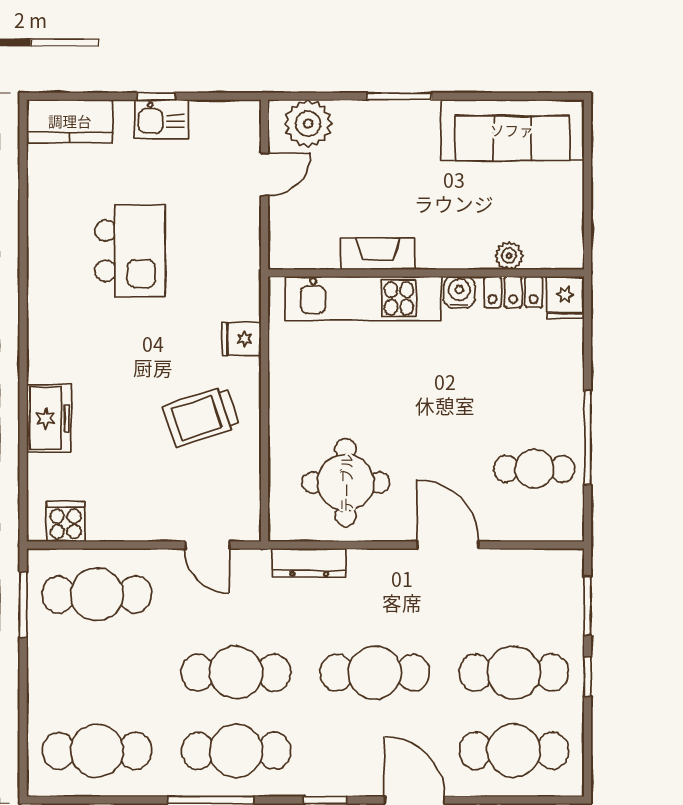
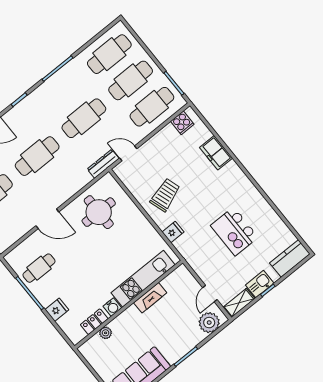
shelving: (226, 115) -> (239, 303), added
fridge: (565, 298) -> (57, 310), moved, turned 90
dresser: (309, 563) -> (103, 164), moved
cafe table: (236, 751) -> (131, 80), moved

